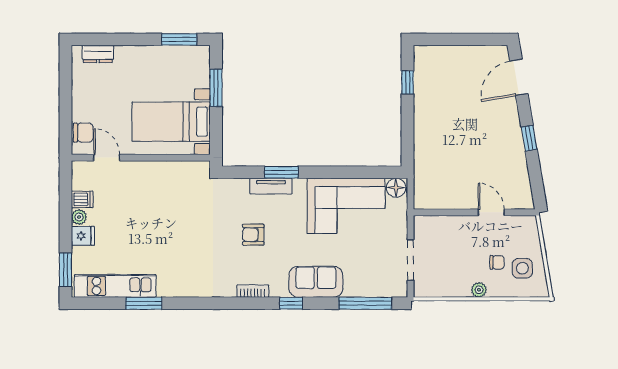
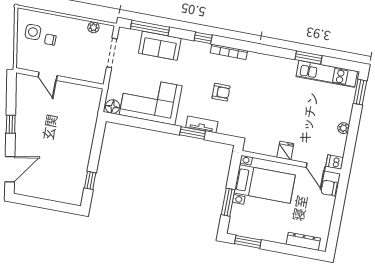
dresser: (98, 54) -> (303, 241), width x1.44
dishwasher: (82, 199) -> (335, 162), moved
fridge: (83, 236) -> (285, 151), moved, turned 90
sofa: (316, 282) -> (160, 46), moved
plant: (479, 290) -> (93, 27), moved
bookcase: (253, 291) -> (229, 52), width x1.56

